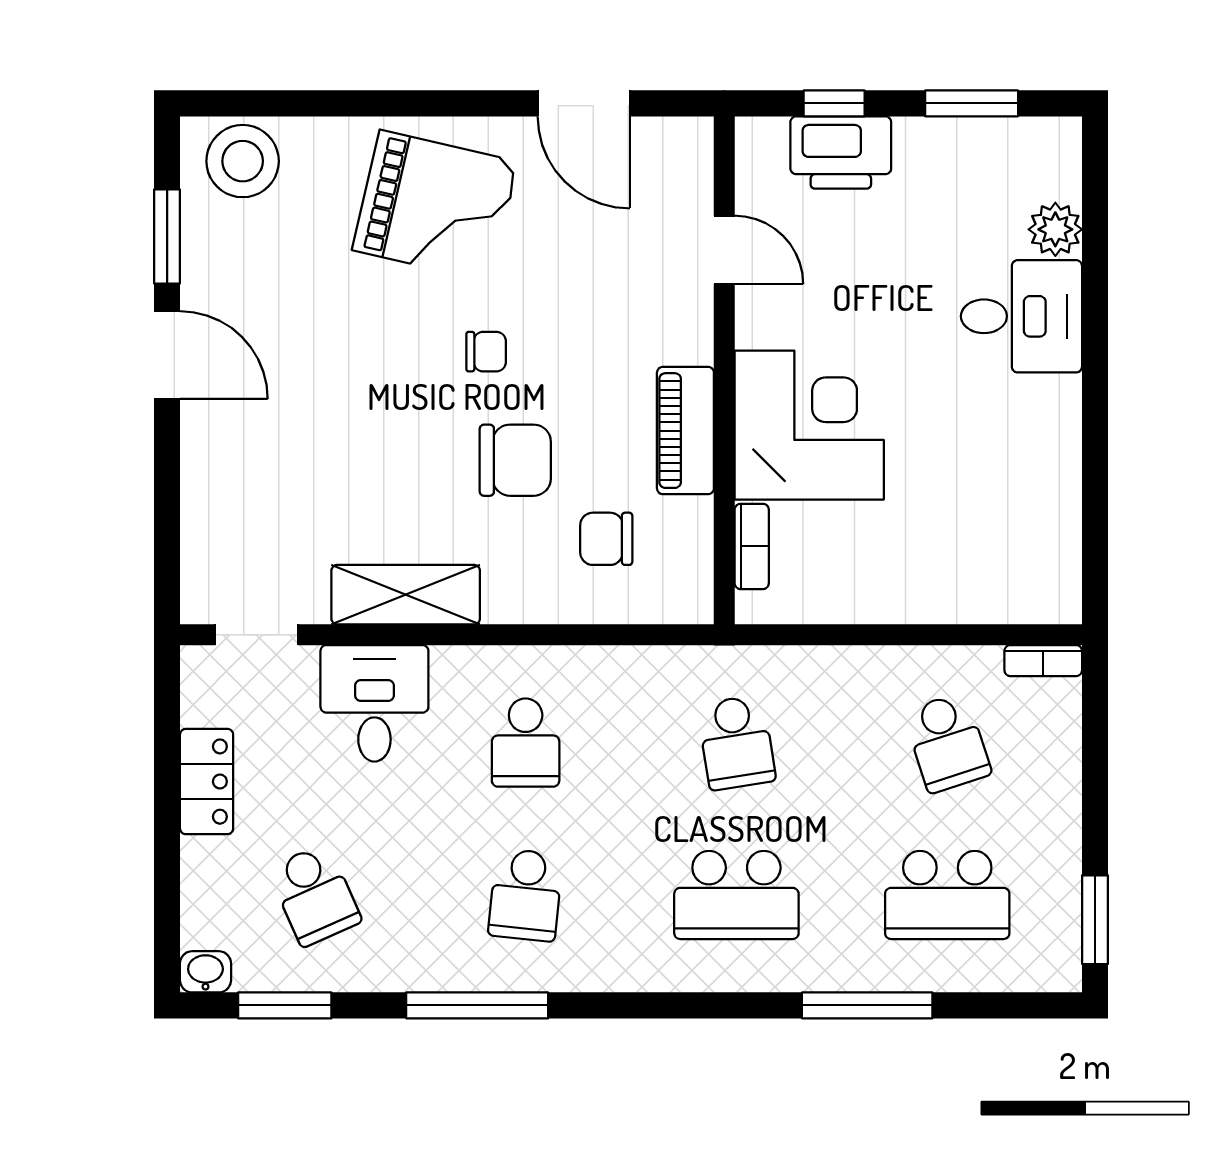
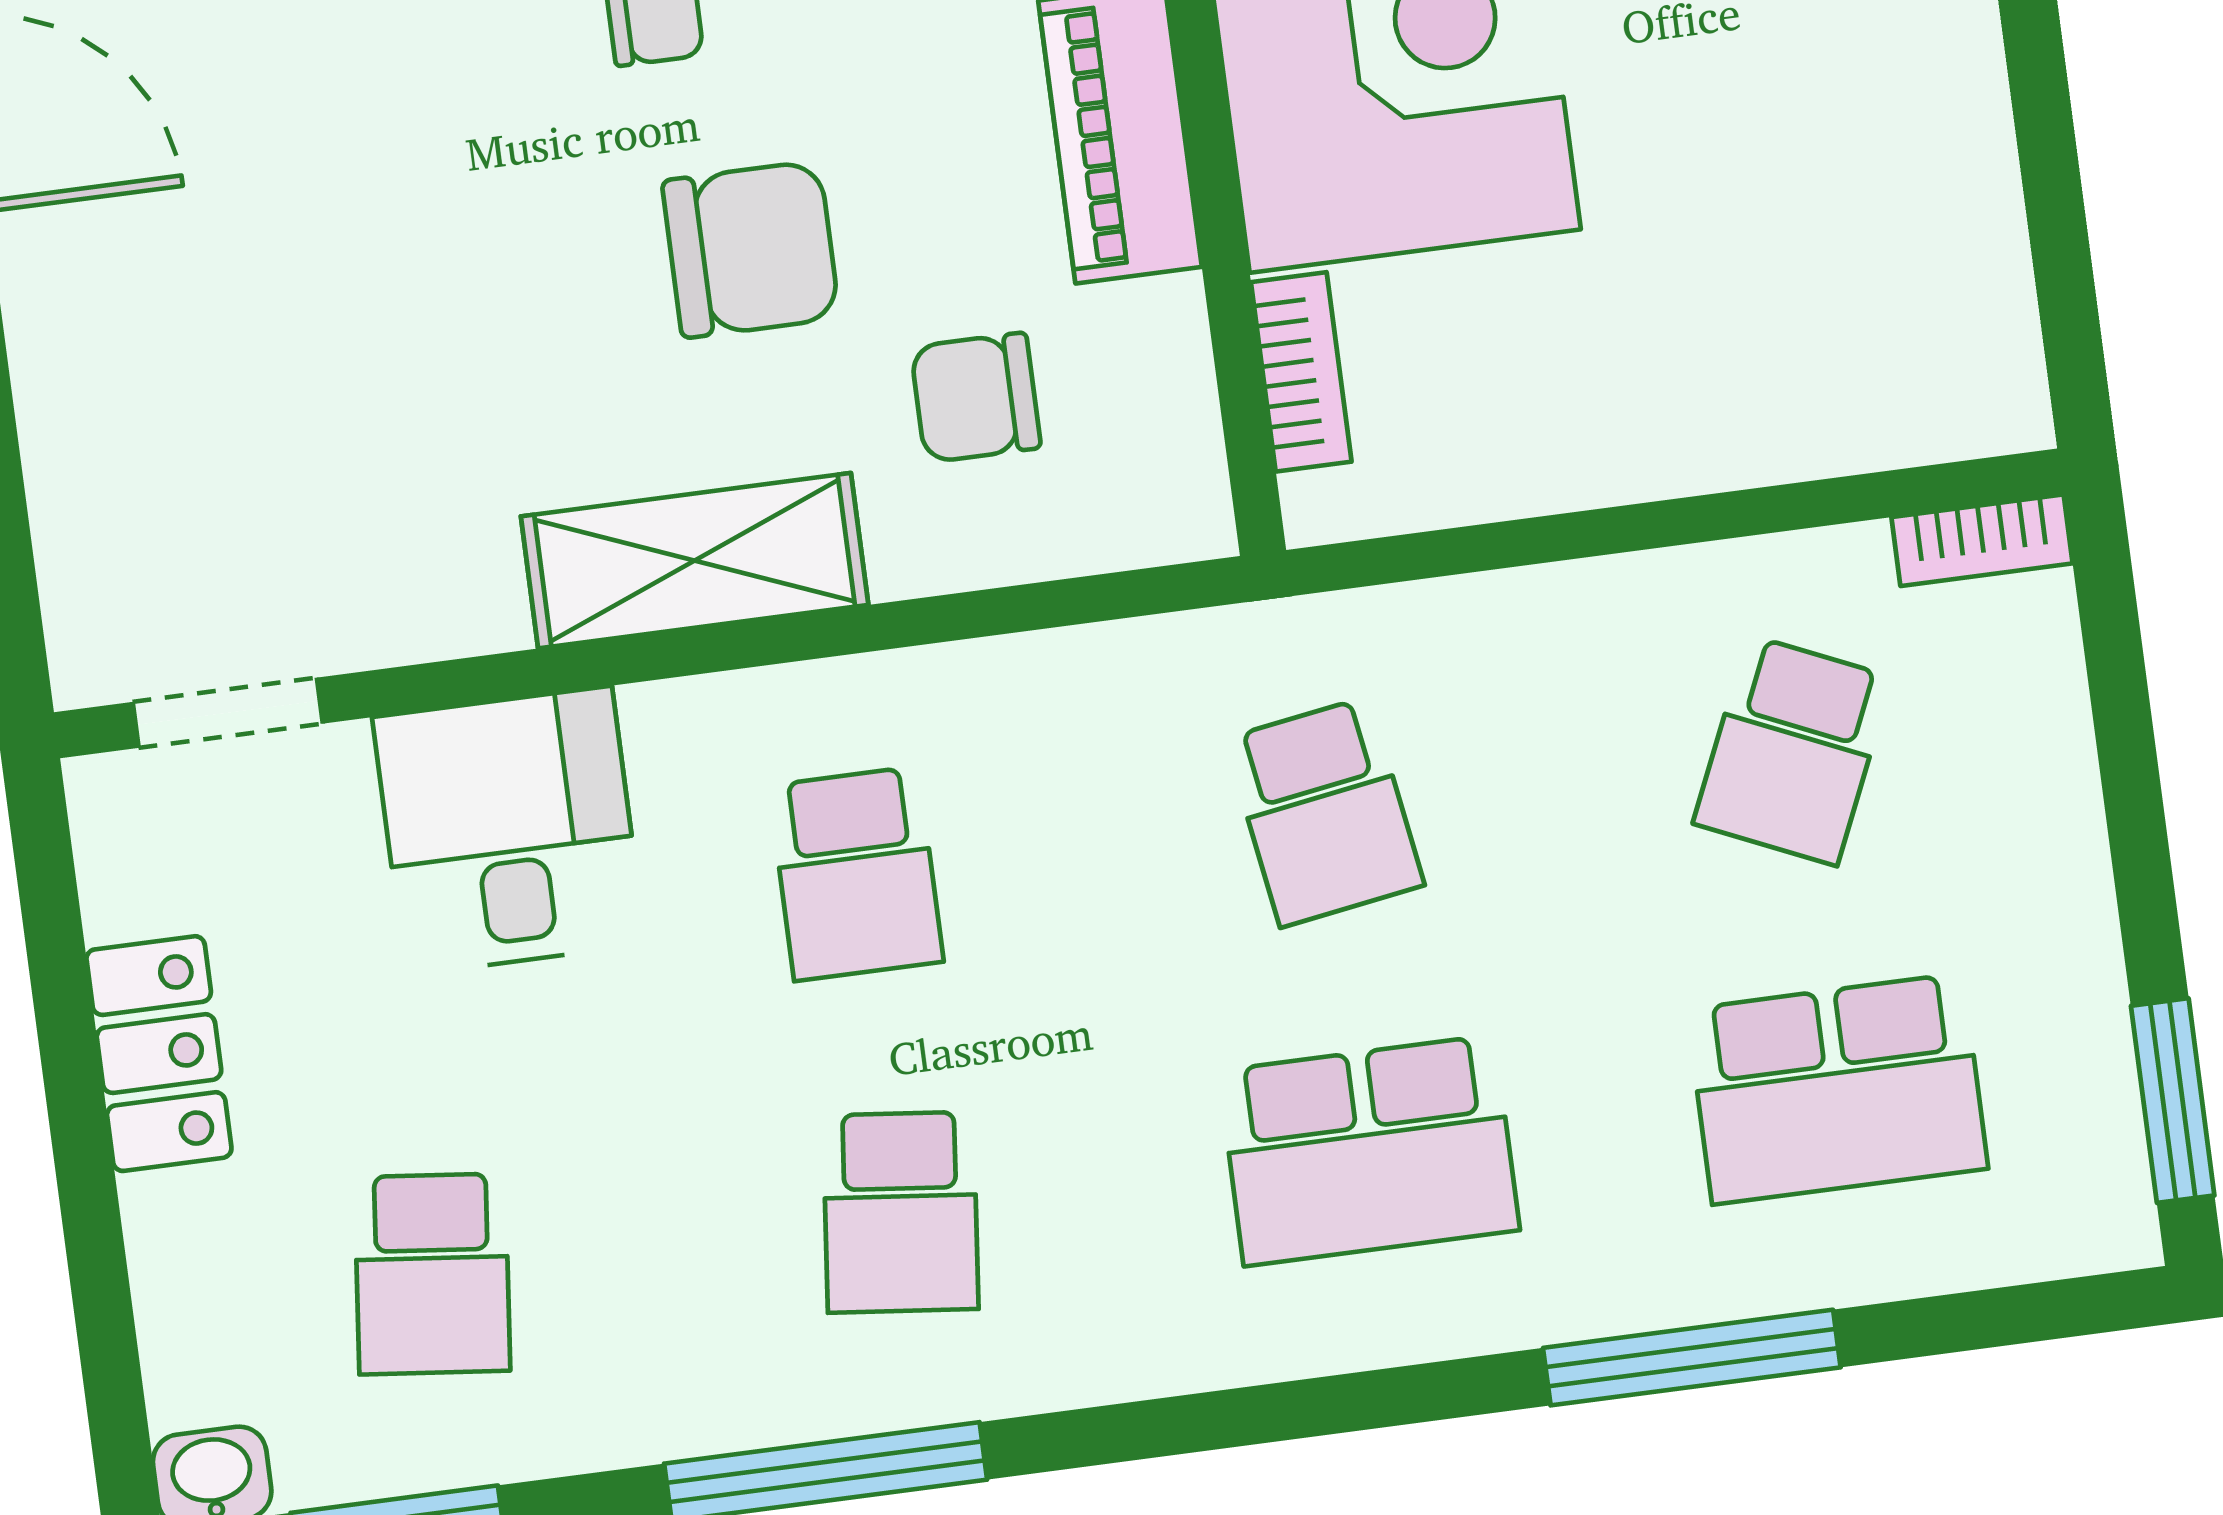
shelving: (406, 595) -> (695, 561), moved
school desk: (947, 743) -> (1793, 750), turned 42
school desk: (315, 895) -> (432, 1274), turned 30

